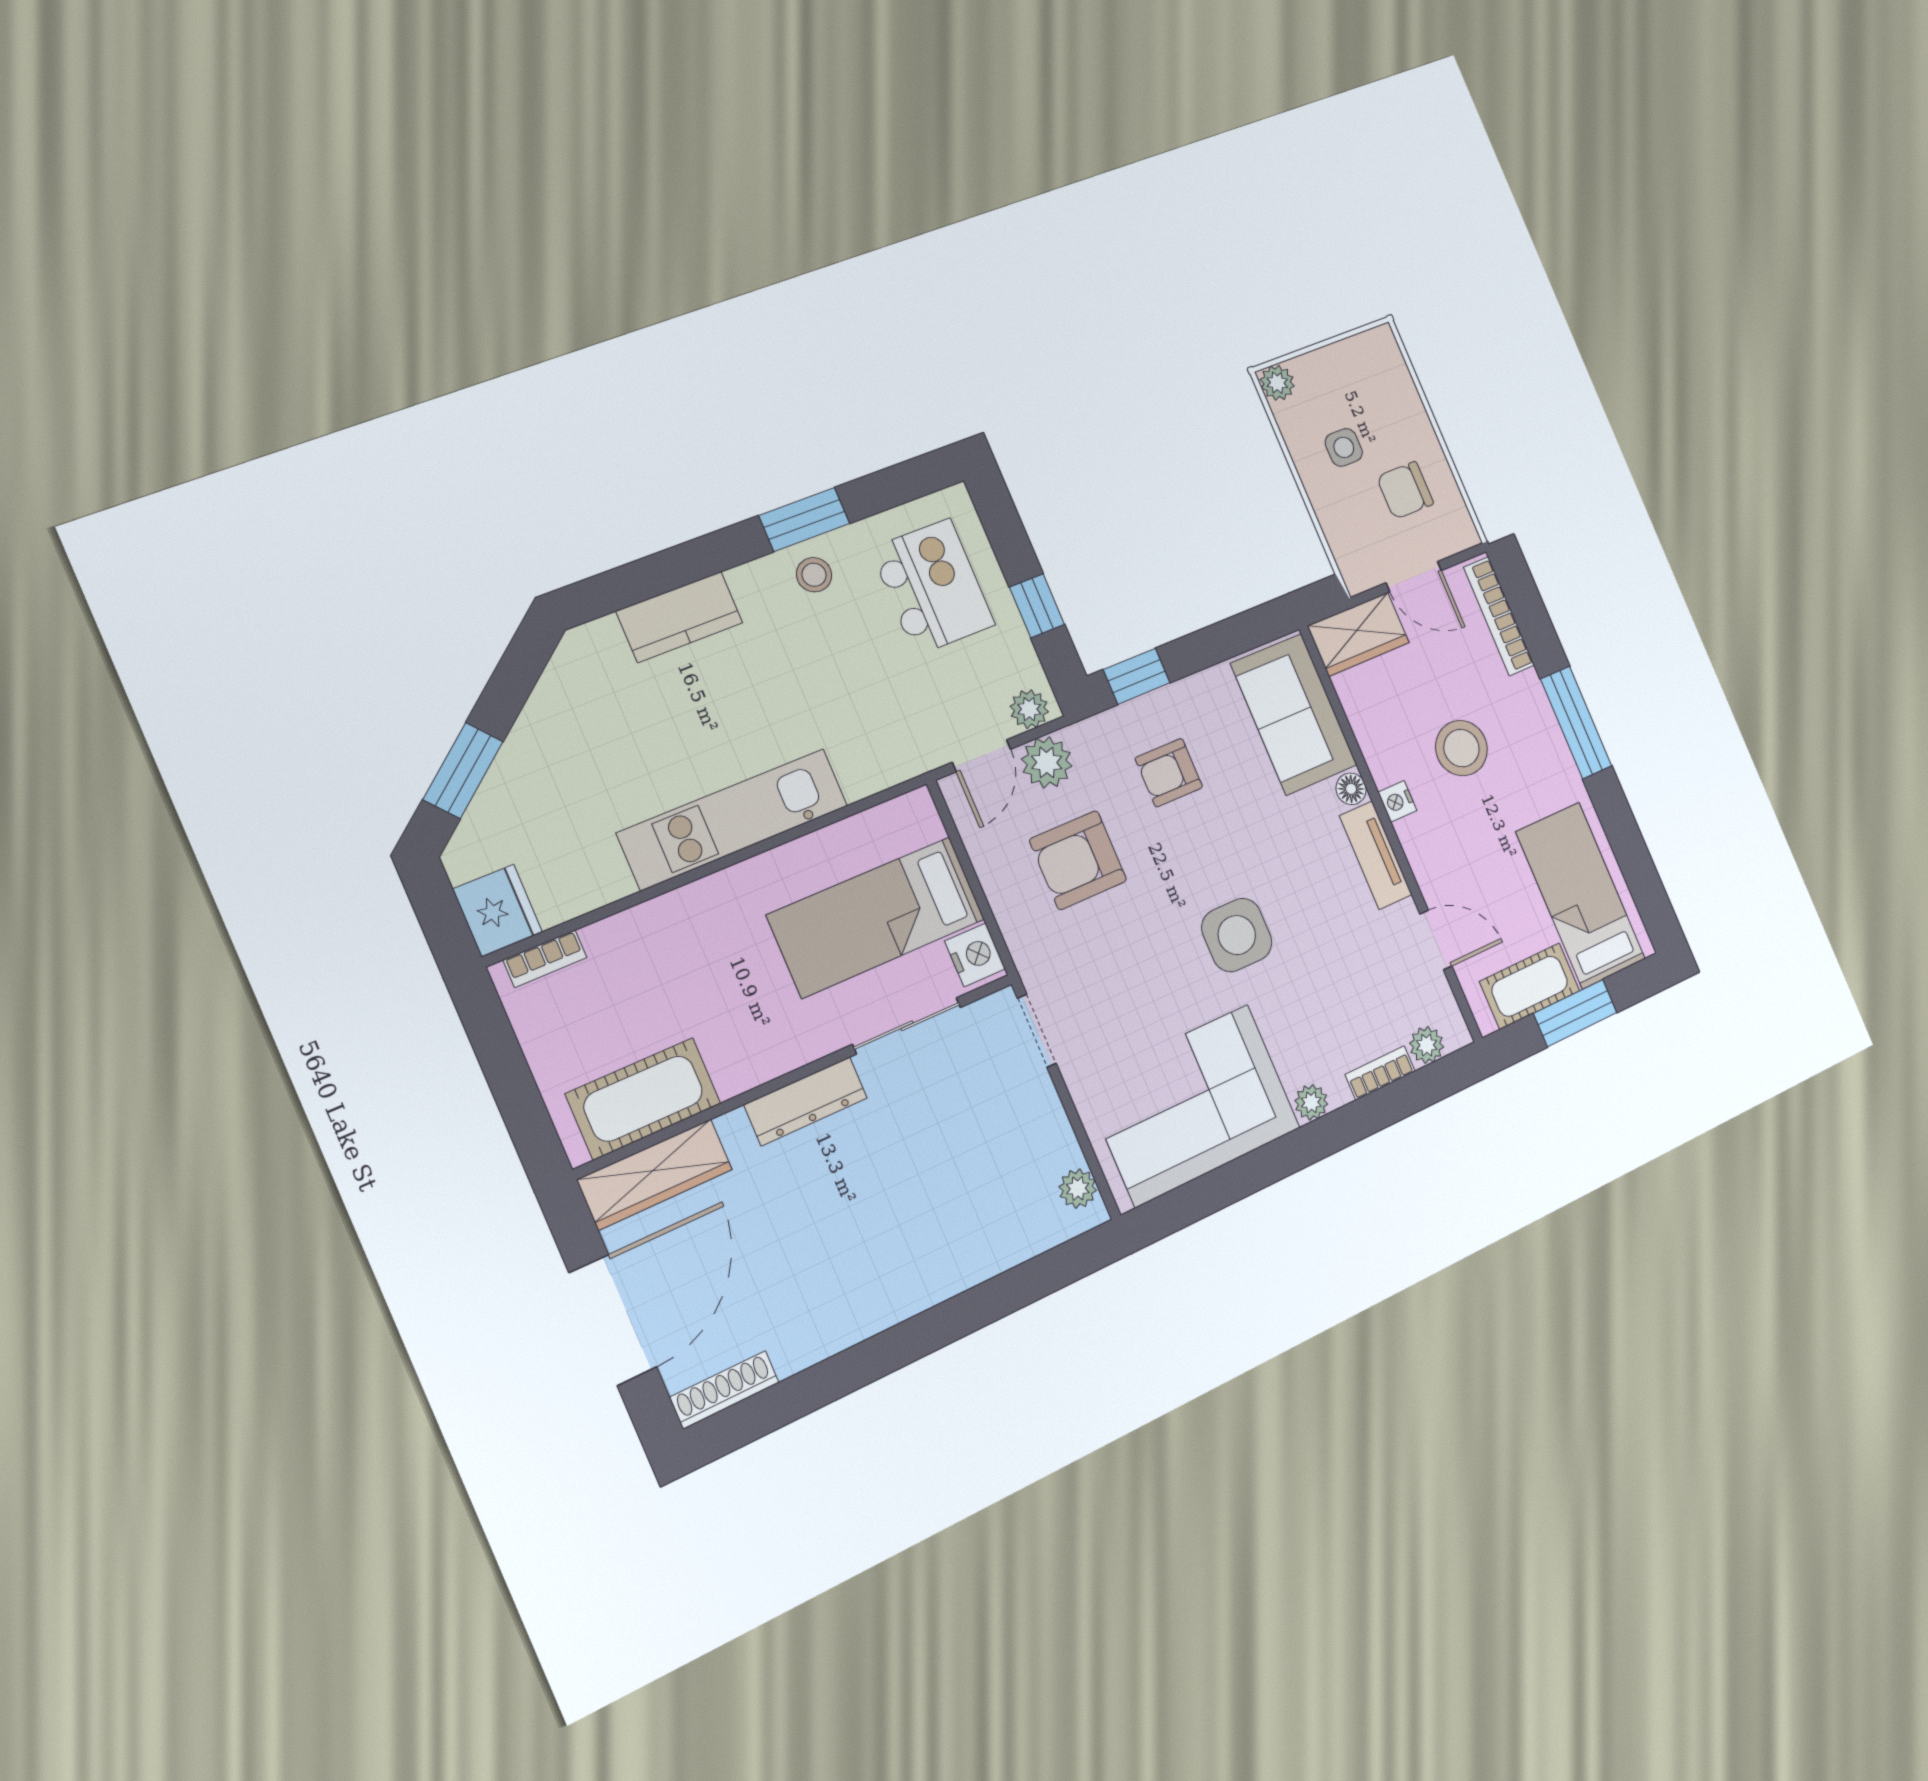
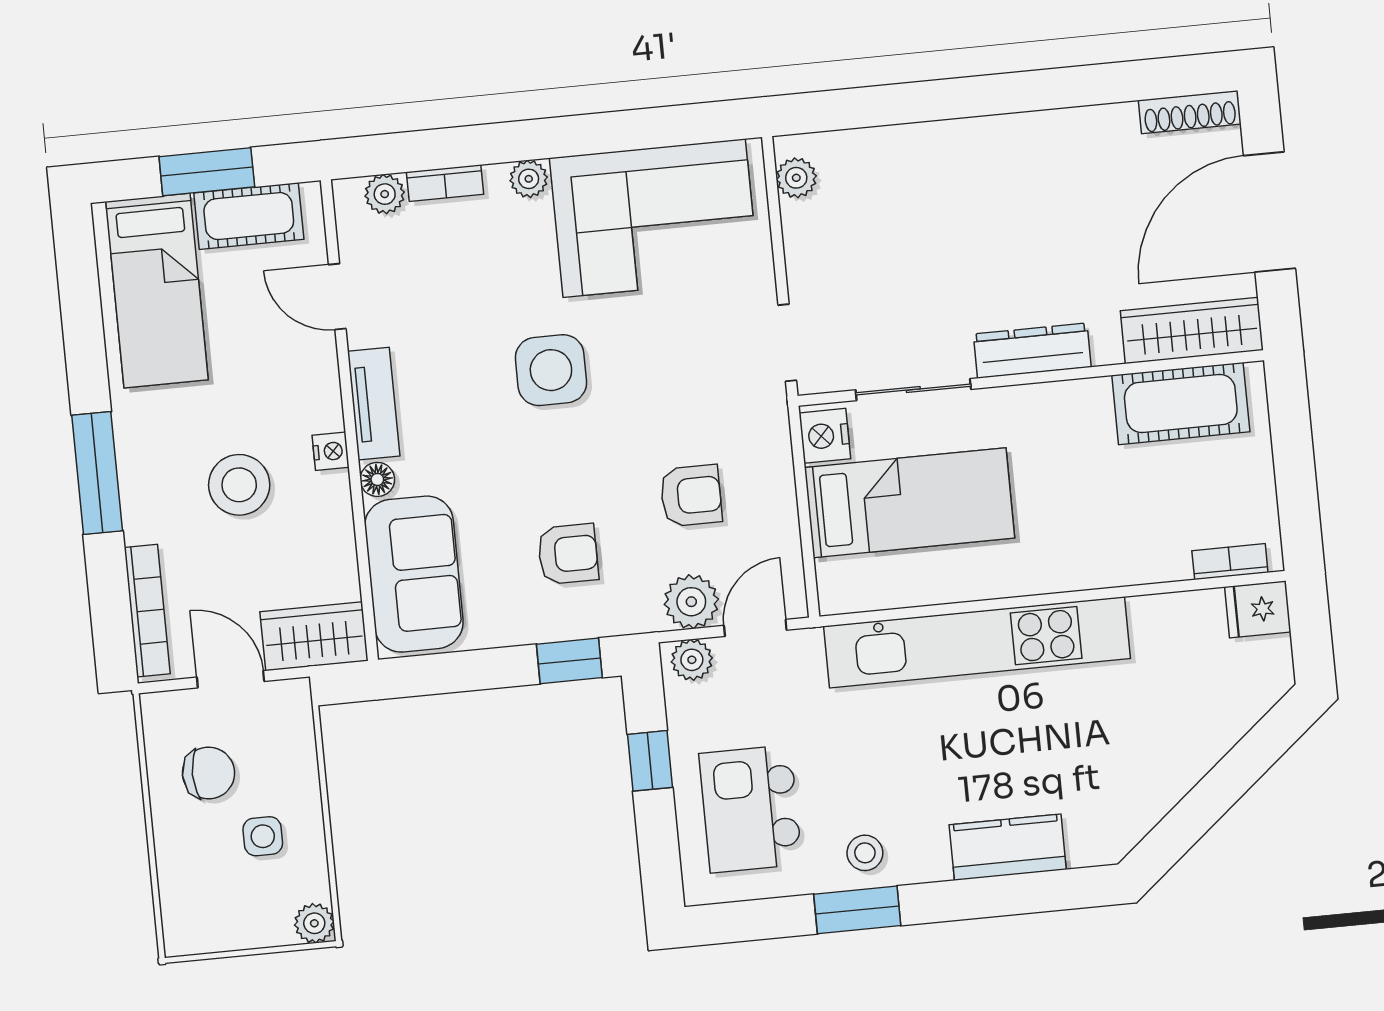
window: (463, 770) -> (1251, 758), removed
kitchen unit: (733, 819) -> (977, 642), width x1.36
armchair: (1078, 860) -> (691, 496), width x0.72, depth x0.72
fridge: (498, 911) -> (1258, 609), width x0.72

